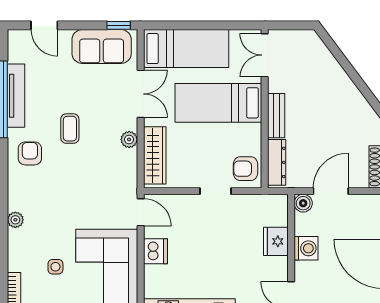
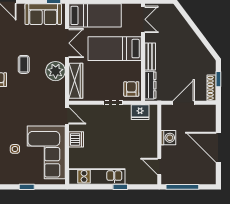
double door: (265, 55) -> (143, 19), swing flipped
plant: (129, 139) -> (56, 71), width x1.88, depth x1.88
armchair: (246, 169) -> (131, 89), turned 90
boiler: (303, 203) -> (167, 110), removed
fridge: (276, 241) -> (140, 112), moved, turned -90

